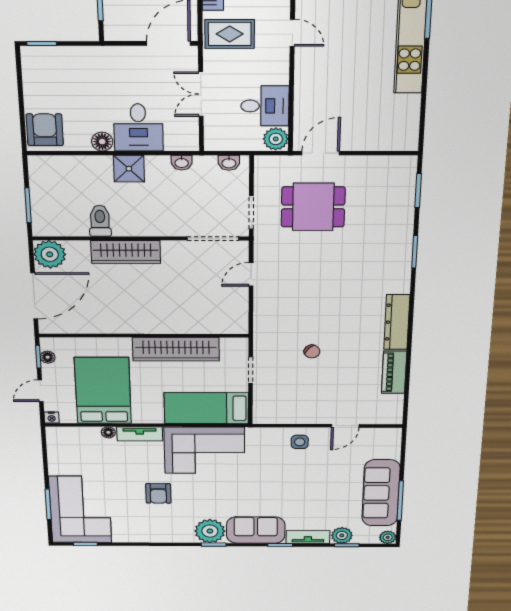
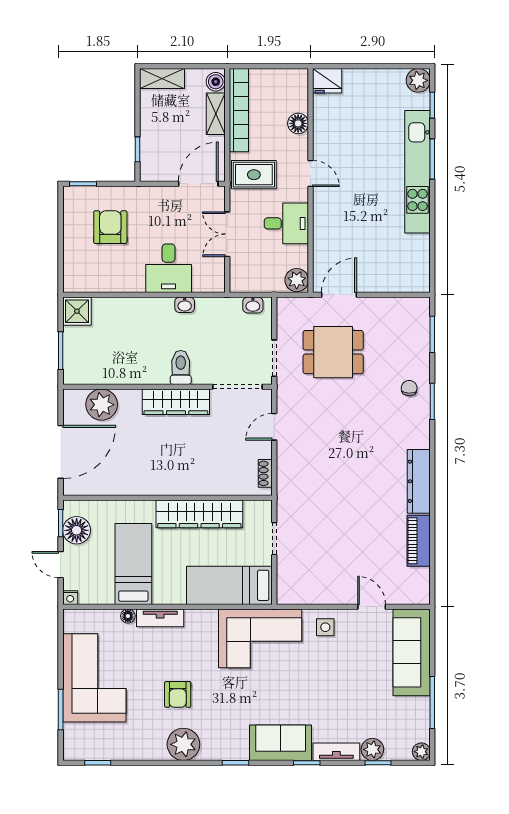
desk: (265, 106) -> (286, 223), moved
armchair: (45, 130) -> (110, 227), moved
floor lamp: (102, 142) -> (134, 283), removed
washbasin: (182, 163) -> (185, 305), moved
shower: (129, 169) -> (77, 311), moved
toilet: (100, 221) -> (181, 367), moved
wardrobe: (126, 252) -> (176, 402), moved
plant: (50, 254) -> (102, 405), moved
shoe rack: (242, 315) -> (265, 473), added
chair: (312, 352) -> (409, 388), moved, turned -132
floor lamp: (48, 357) -> (77, 530), width x1.89, depth x1.89
door: (41, 391) -> (61, 565), hinge flipped
bed: (103, 391) -> (133, 564), width x0.67
door: (345, 426) -> (372, 607), swing flipped
corner sofa: (204, 450) -> (260, 638), moved
sofa: (381, 493) -> (412, 652), moved
corner sofa: (80, 510) -> (94, 678), moved
plant: (210, 531) -> (183, 744), moved

